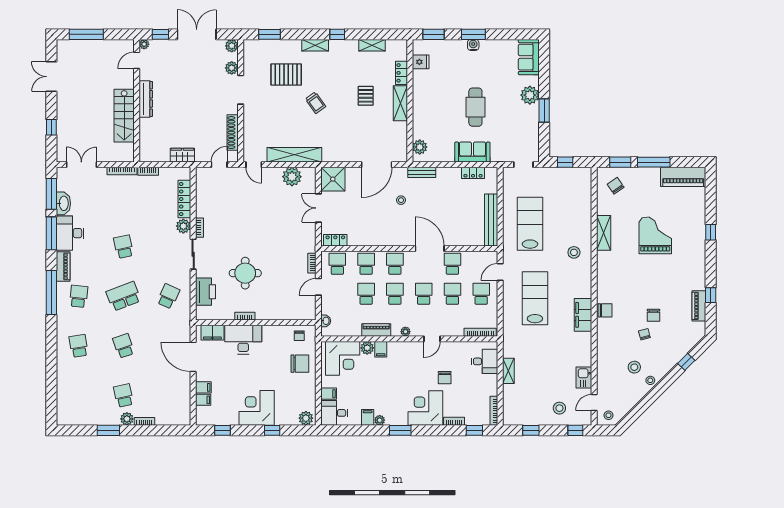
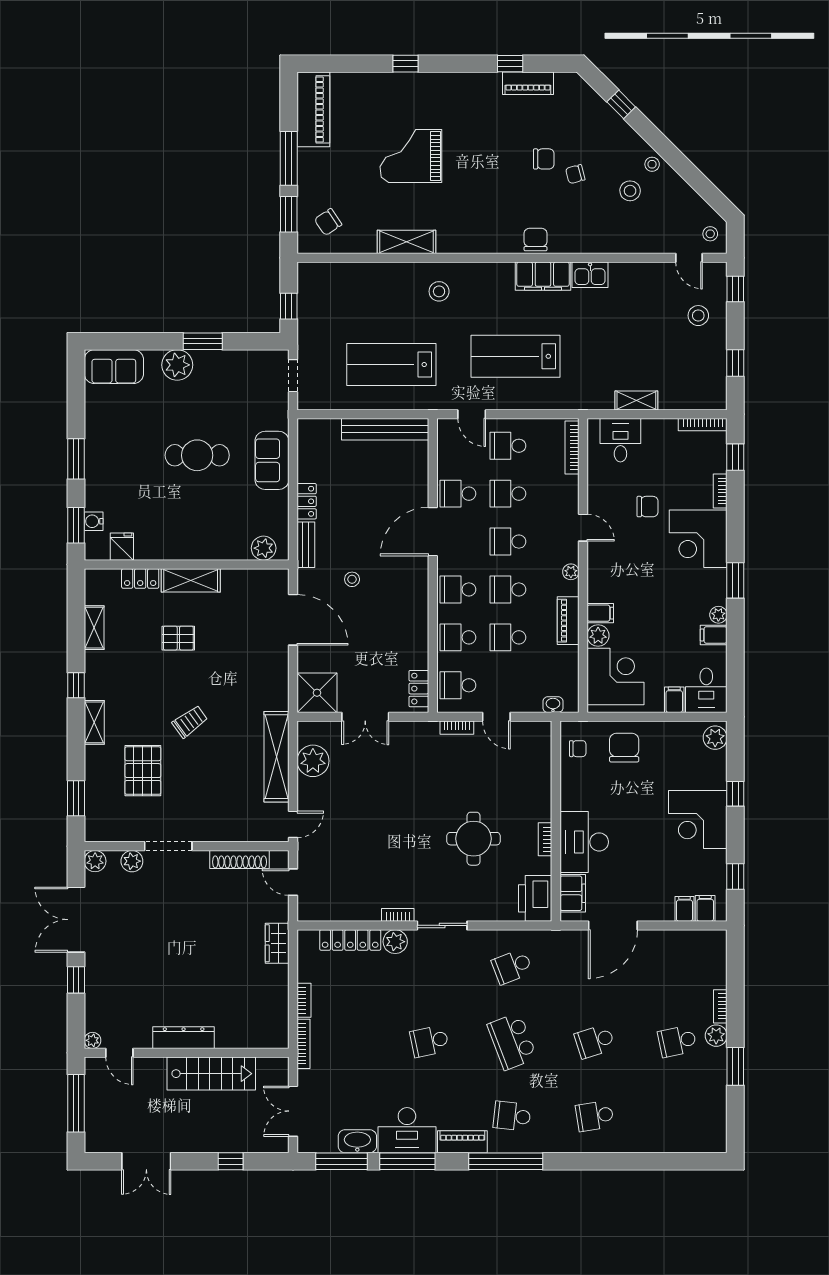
plant: (144, 44) -> (92, 1040), moved
water cooler: (473, 45) -> (94, 521), moved
door: (137, 60) -> (119, 1053), moved
dresser: (146, 99) -> (184, 1038), moved
wall: (137, 101) -> (187, 1053), moved
stairs: (124, 116) -> (211, 1074), moved
locker: (473, 173) -> (307, 501), moved
printer: (205, 292) -> (535, 898), moved, turned -90
school desk: (168, 296) -> (512, 967), turned -45
kitchen sink: (584, 378) -> (590, 275), moved
filing cabinet: (203, 387) -> (705, 908), moved

